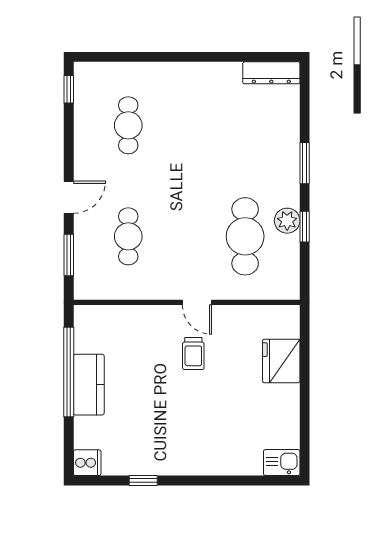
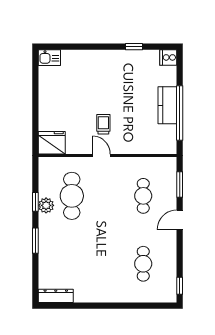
fridge: (281, 361) -> (52, 143), moved, turned -90

